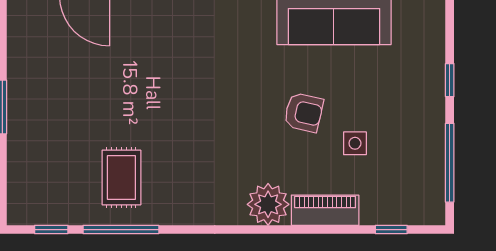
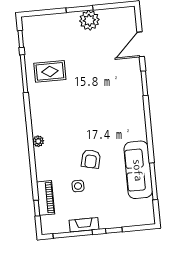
plant: (27, 89) -> (89, 20), added
fireplace: (433, 139) -> (84, 225), added
plant: (268, 204) -> (38, 141), width x0.53, depth x0.53
piano: (325, 210) -> (46, 198), moved

